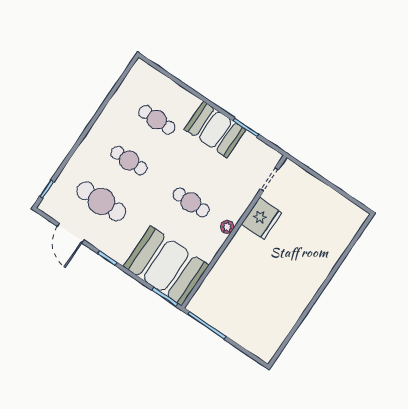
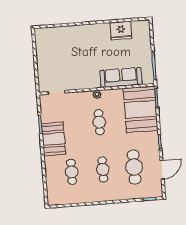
fridge: (262, 218) -> (121, 30), moved, turned 180
sofa: (225, 273) -> (121, 77), added

